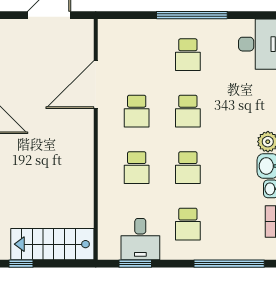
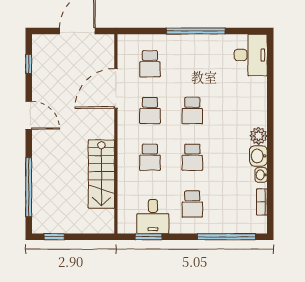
school desk: (188, 55) -> (150, 64), moved
stairs: (52, 244) -> (101, 174), moved, turned -90

